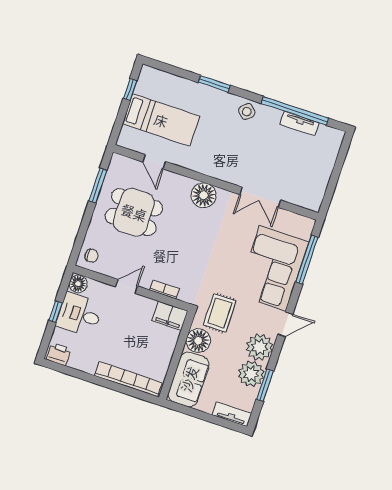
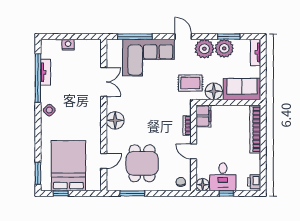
window: (214, 84) -> (38, 173), moved
bed: (161, 120) -> (68, 166), width x1.50
nightstand: (326, 166) -> (68, 45), added

